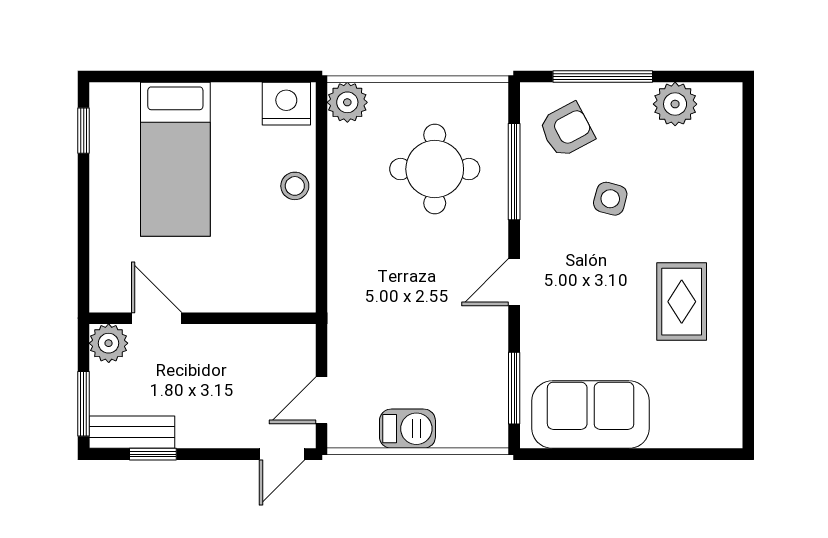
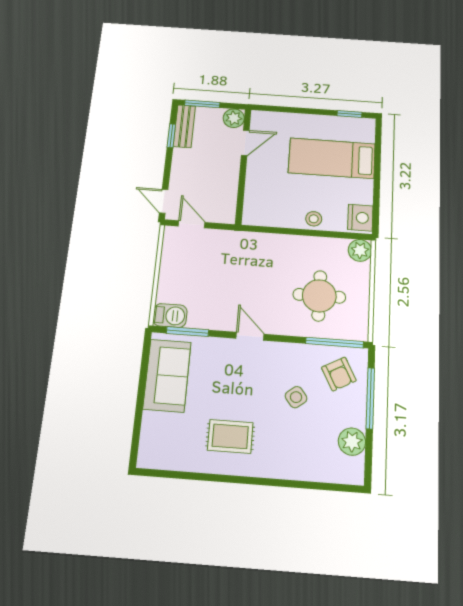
window: (514, 172) -> (335, 343), moved
side table: (610, 199) -> (296, 397), turned 37
barbecue: (407, 429) -> (170, 316), moved, turned -90

